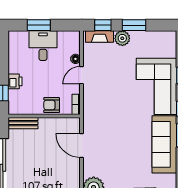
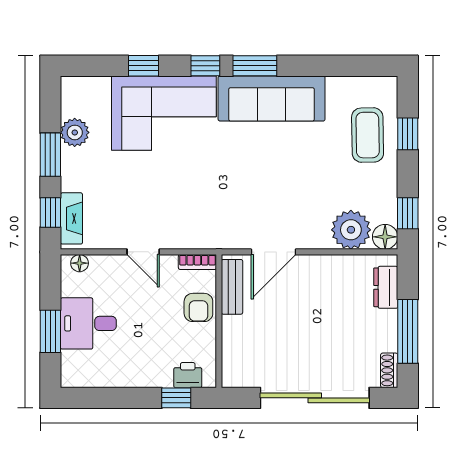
plant: (122, 38) -> (75, 132), moved
floor lamp: (75, 59) -> (80, 263), moved
printer: (15, 81) -> (188, 375), moved
bench: (23, 123) -> (232, 287), moved

